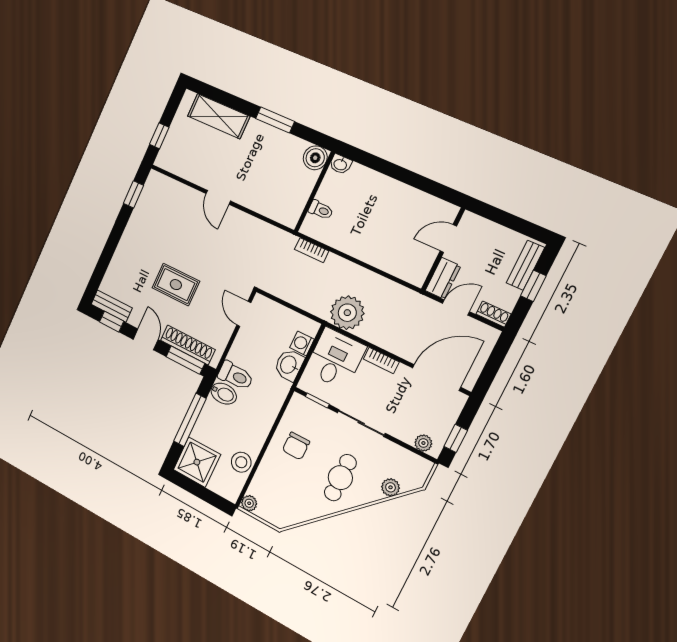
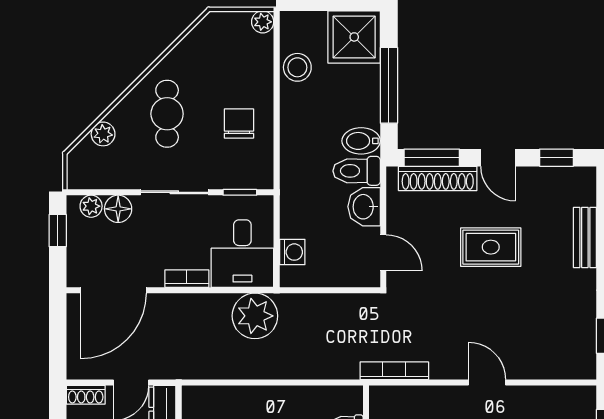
bookcase: (312, 250) -> (394, 371), moved, width x1.56
bench: (112, 306) -> (585, 237), moved, turned 90
washbasin: (289, 365) -> (364, 207), moved, turned 180
floor lamp: (405, 432) -> (118, 209), added

